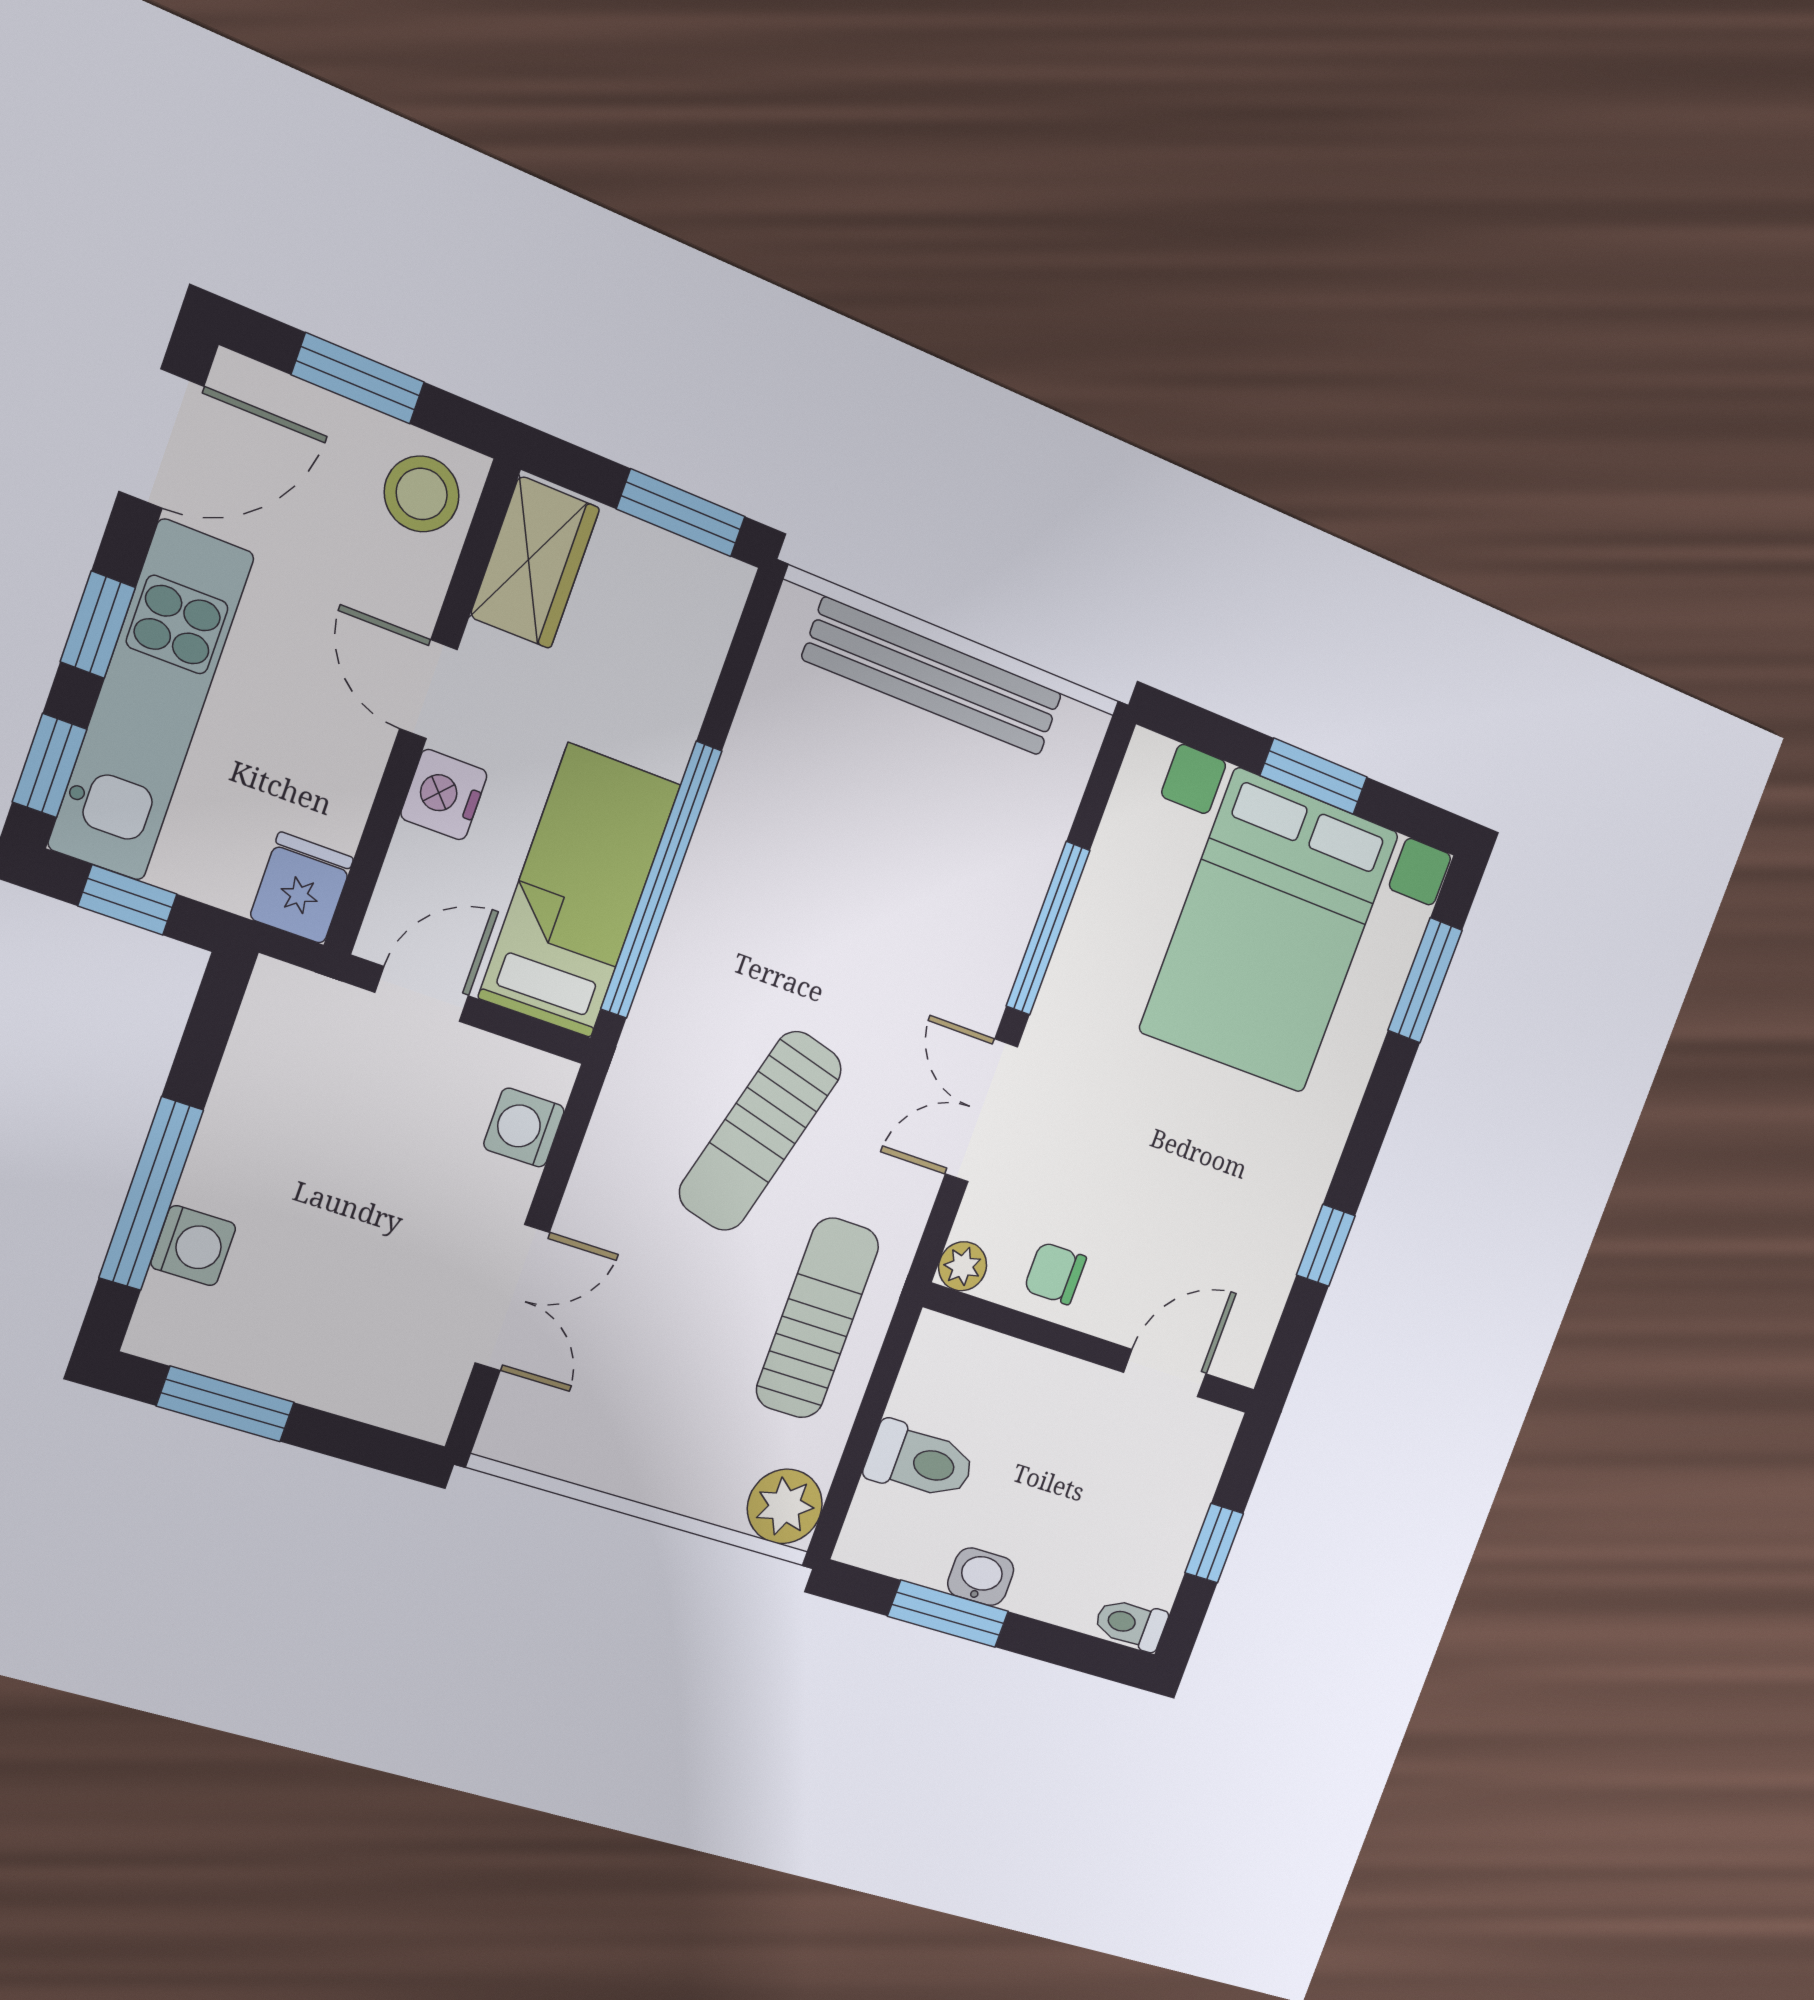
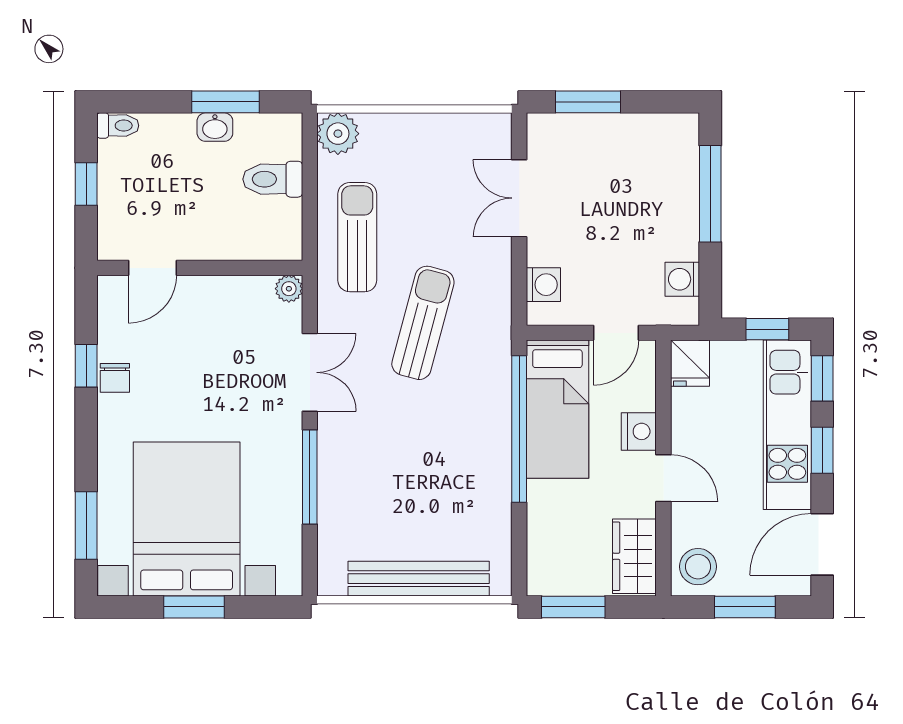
washing machine: (193, 1246) -> (682, 279), moved
chair: (1055, 1273) -> (115, 378), moved, turned 90
sun lounger: (817, 1318) -> (357, 237), turned 180
window: (225, 1404) -> (588, 102), moved

